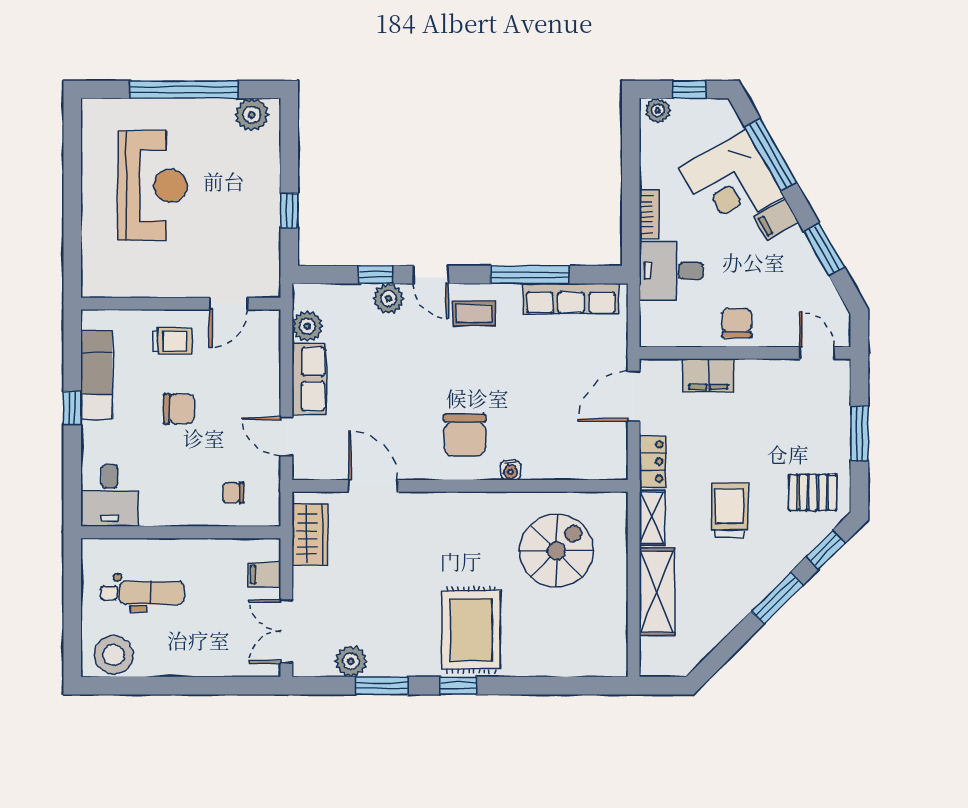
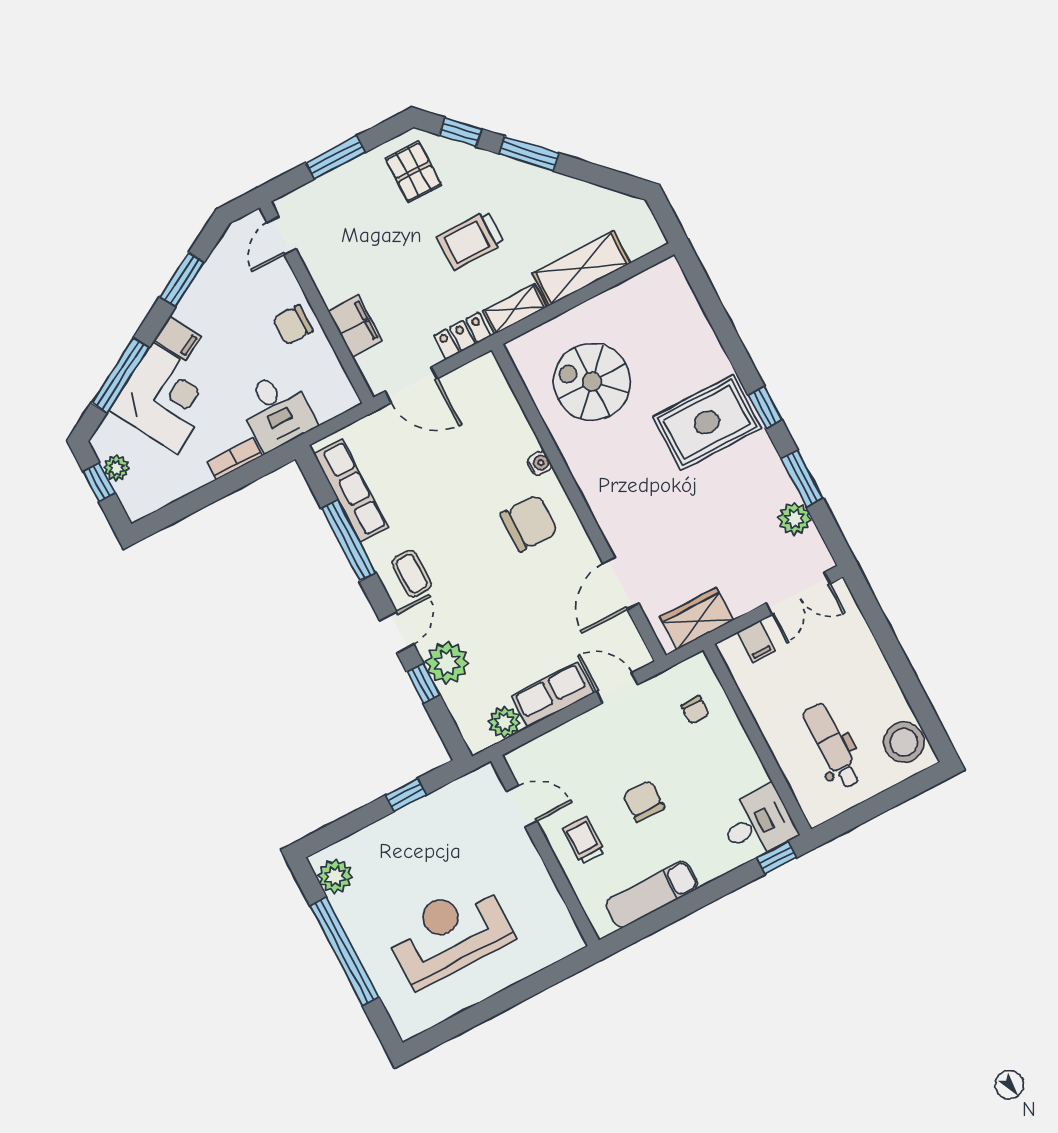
plant: (658, 110) -> (116, 468), moved
plant: (388, 298) -> (447, 663), width x1.36, depth x1.36
window: (72, 408) -> (777, 858), moved
door: (286, 437) -> (617, 688), swing flipped

